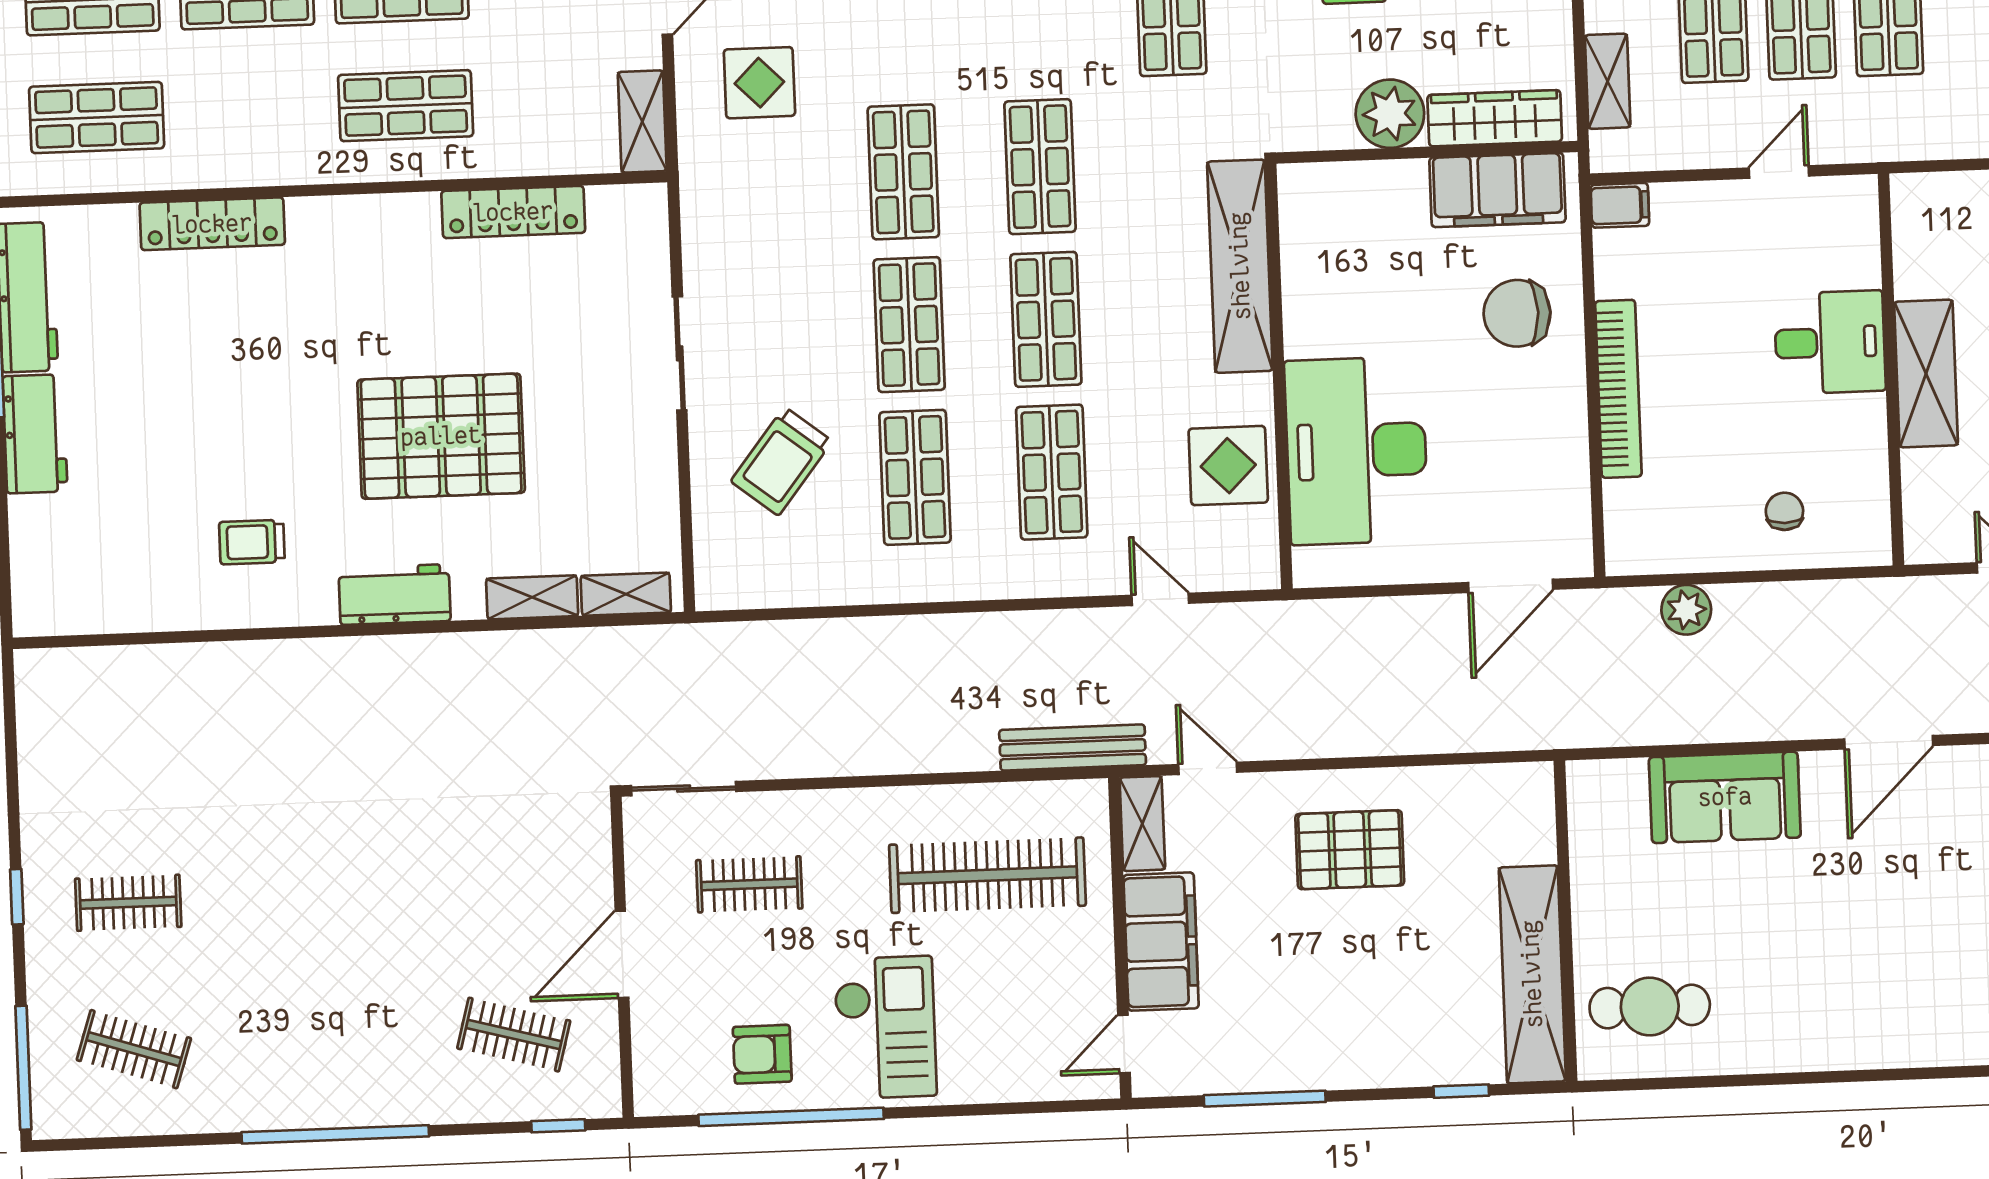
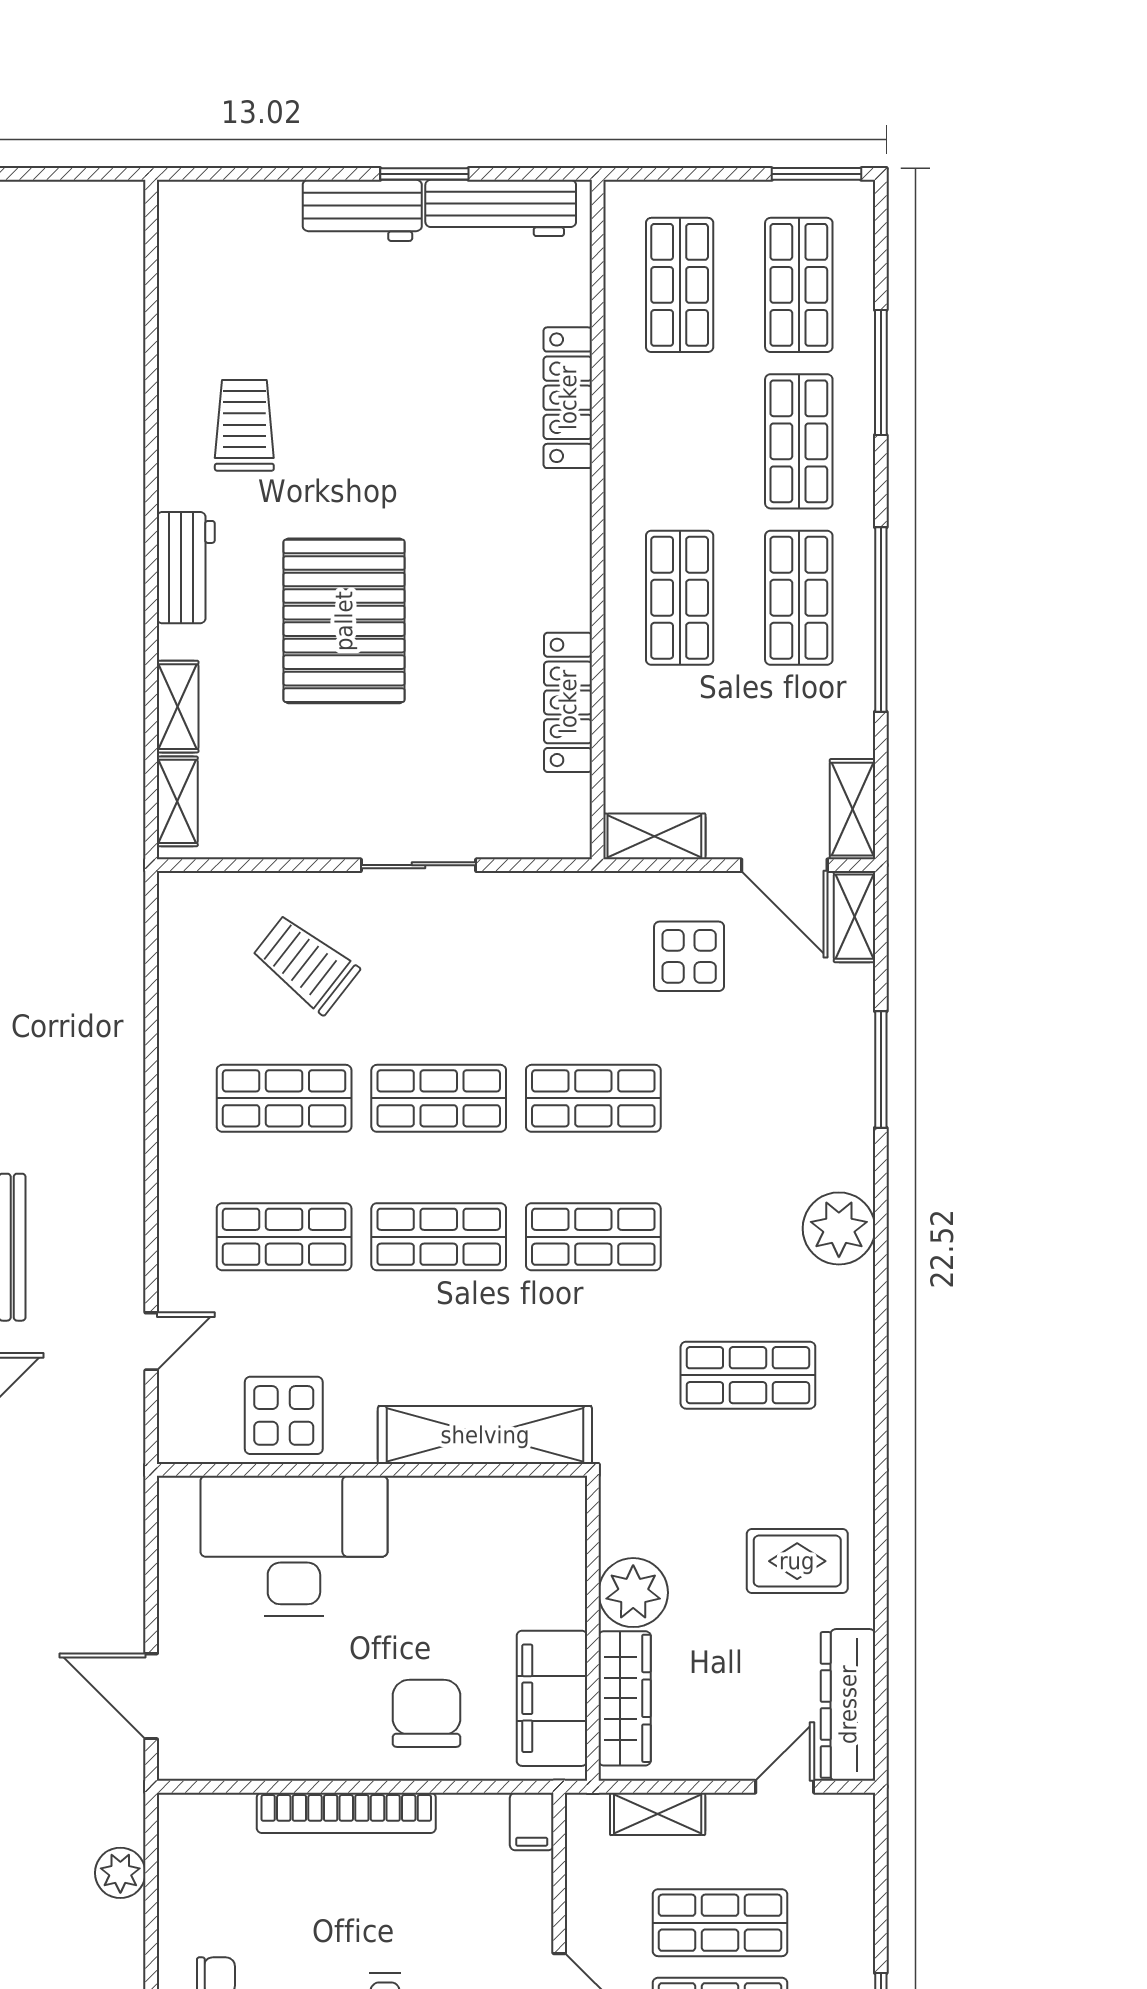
trolley: (252, 542) -> (244, 425), width x1.36, depth x1.39

